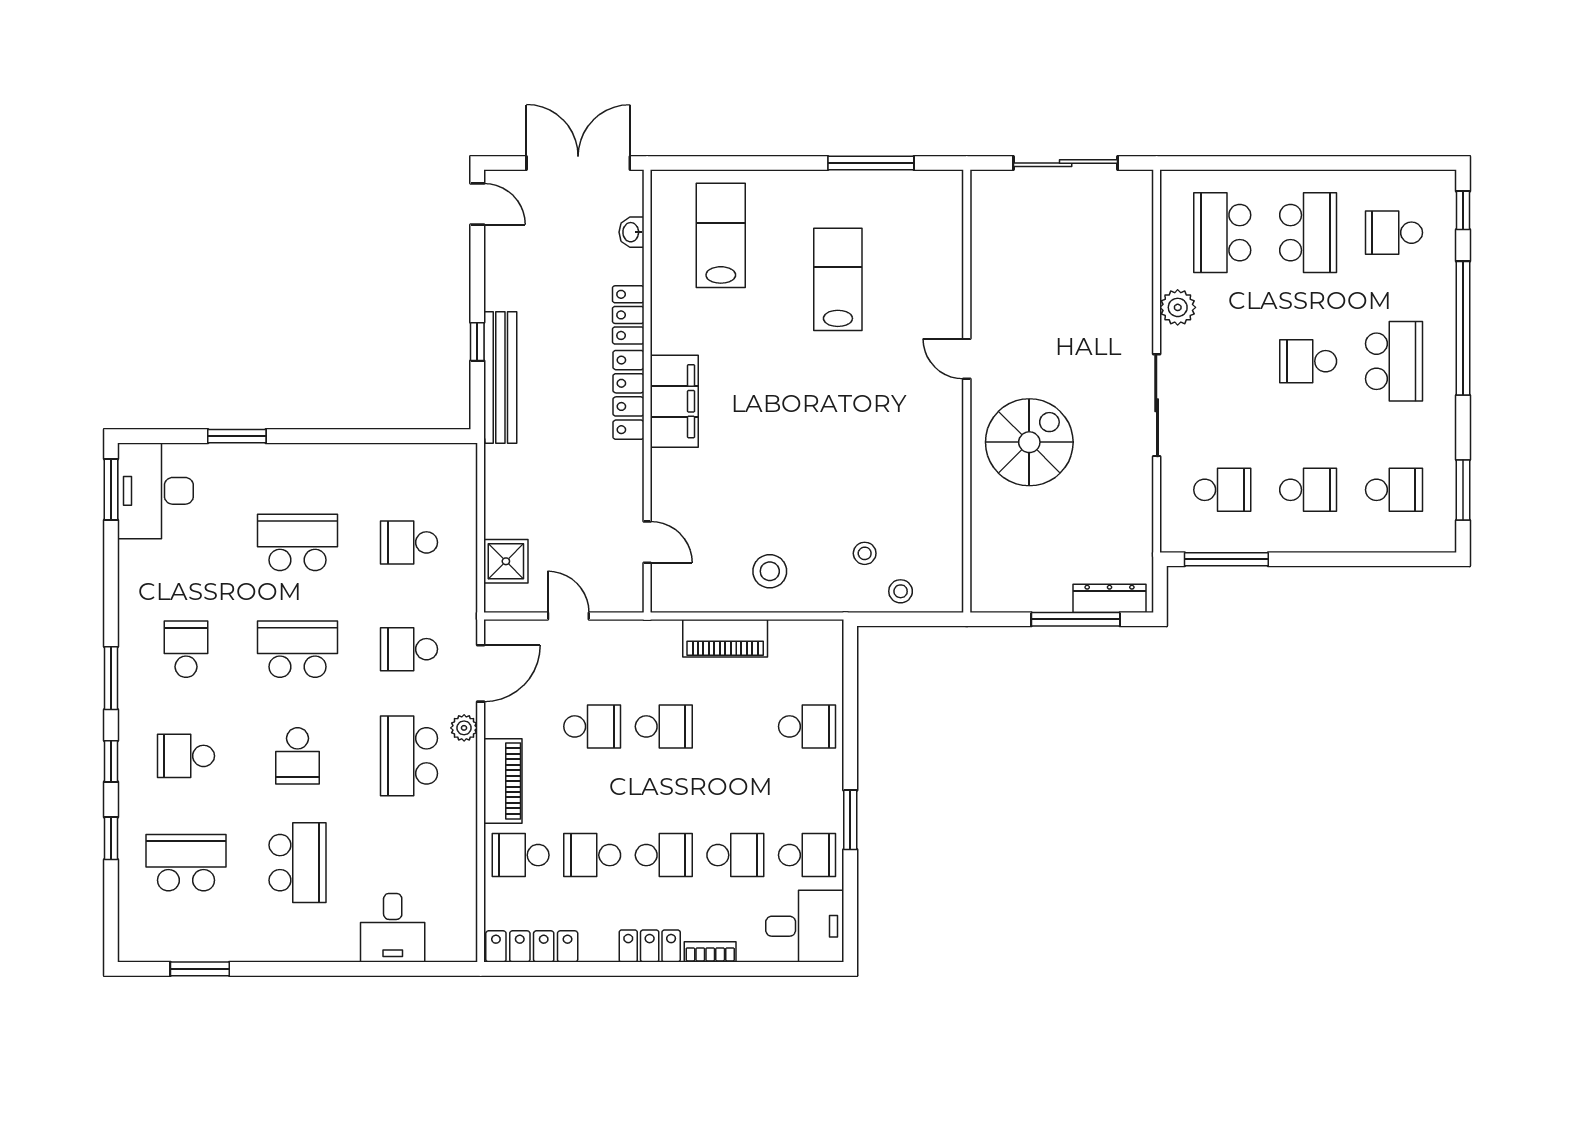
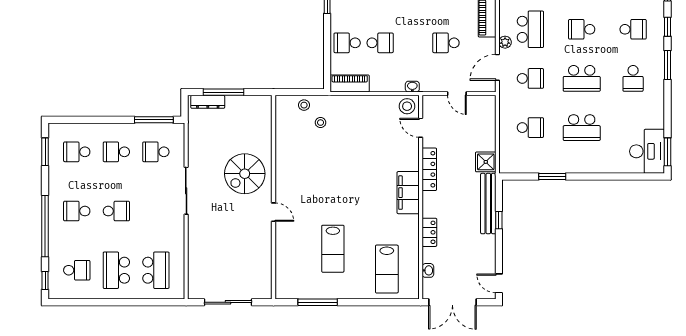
plant: (1178, 307) -> (176, 236), removed
school desk: (1394, 361) -> (77, 211), width x0.54
locker: (628, 395) -> (429, 169), moved
window: (237, 436) -> (552, 177), moved
shower: (506, 561) -> (486, 162), moved
stool: (770, 571) -> (407, 106), moved
washbasin: (665, 631) -> (412, 87), added
piano: (725, 638) -> (350, 83), moved
school desk: (664, 726) -> (380, 43), moved, turned 180
school desk: (298, 756) -> (582, 29), turned -90

